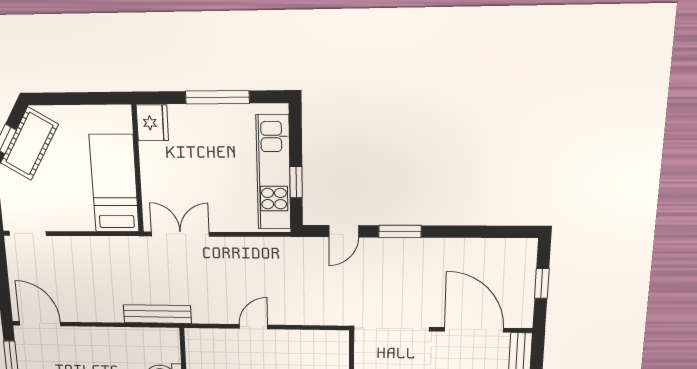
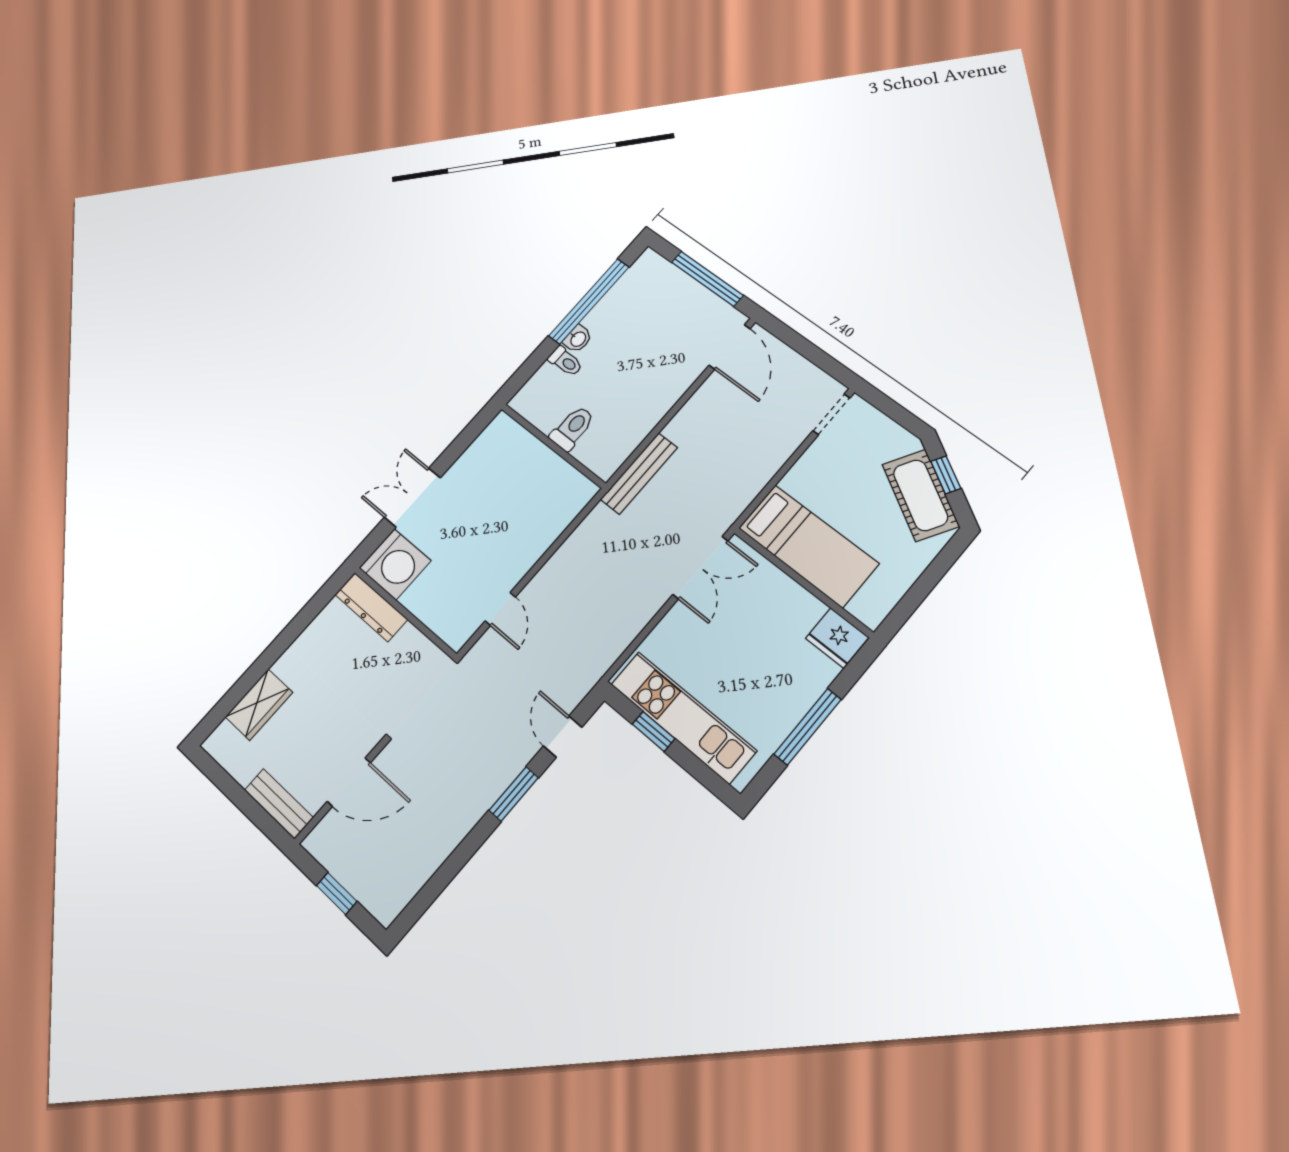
door: (40, 324) -> (730, 347), hinge flipped
door: (253, 327) -> (500, 609), moved
door: (474, 330) -> (349, 782), width x0.73

